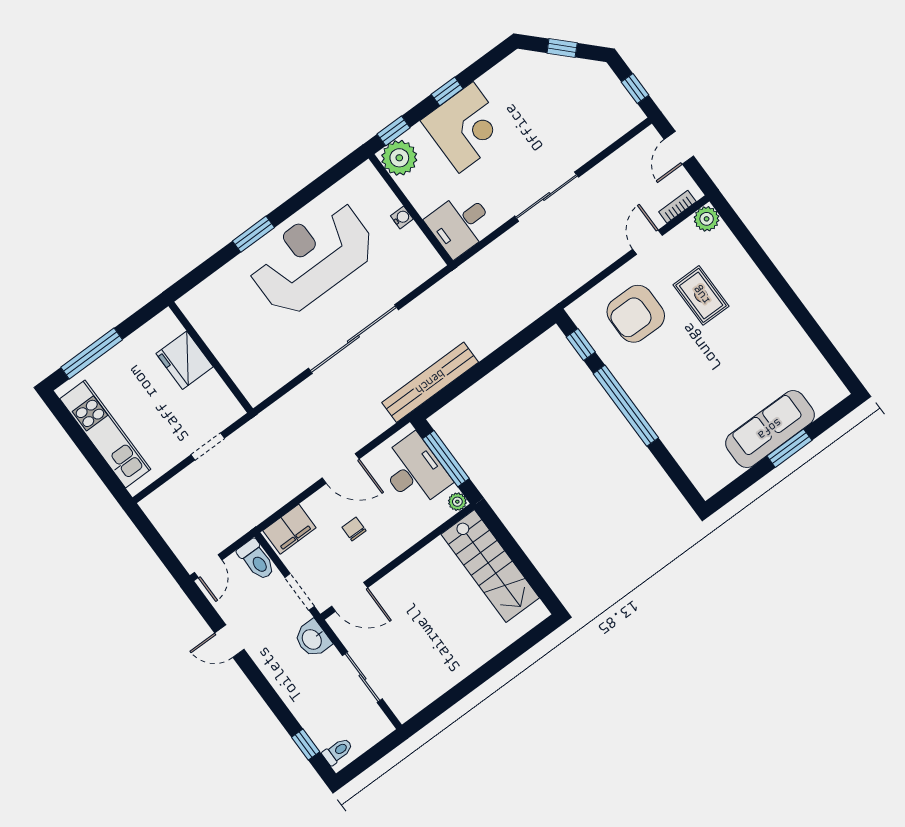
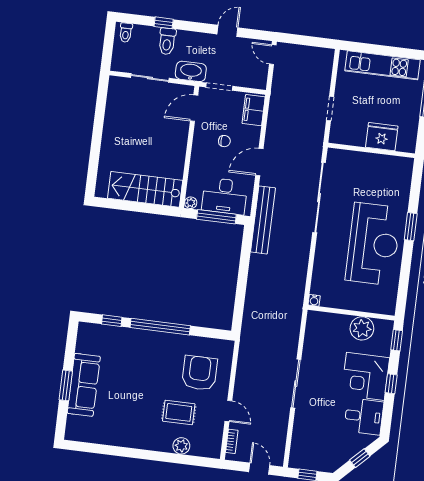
plant: (399, 158) -> (362, 328), moved
water cooler: (402, 217) -> (314, 300), moved
plant: (707, 219) -> (181, 446), moved
desk: (460, 224) -> (364, 416), moved, turned 90
sliding door: (353, 339) -> (319, 198), moved
window: (581, 345) -> (112, 321), moved
bench: (430, 382) -> (263, 220), moved
toilet: (256, 560) -> (167, 41), moved, turned -90
washbasin: (312, 639) -> (191, 71), width x1.38
window: (306, 744) -> (164, 23), moved

